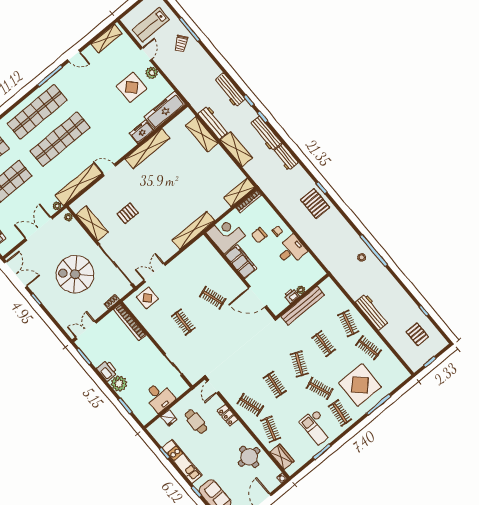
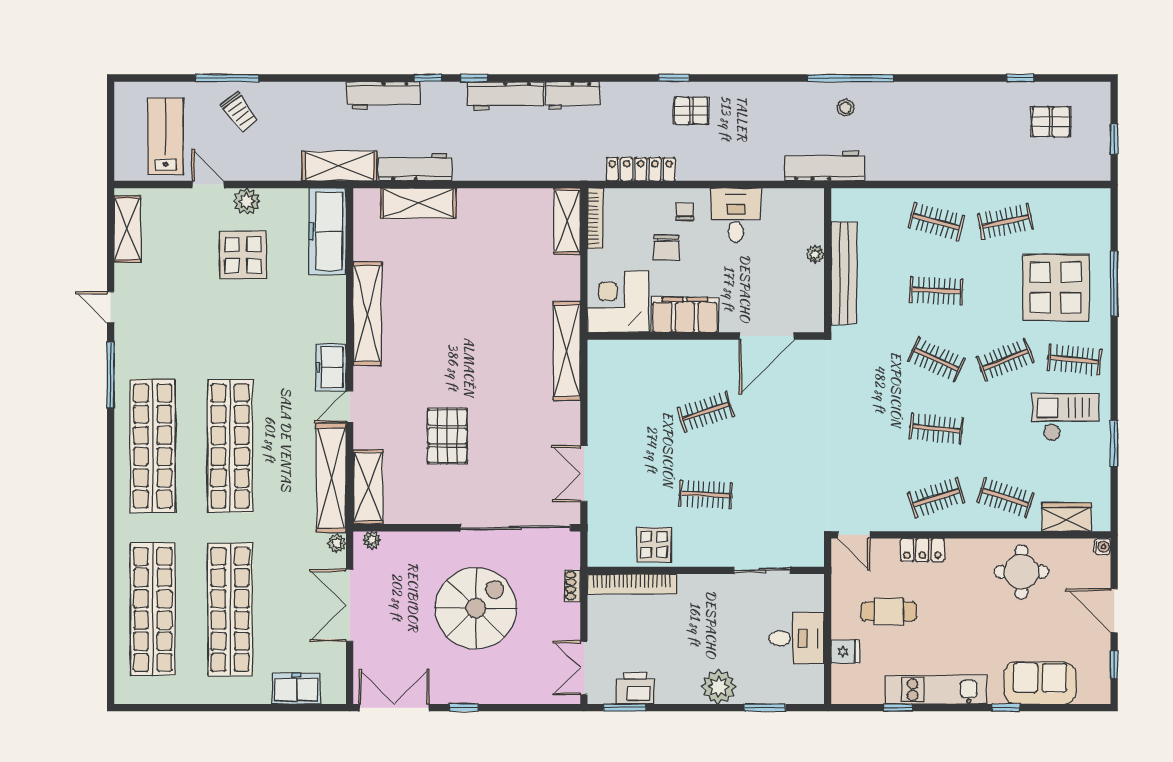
lab bench: (151, 25) -> (165, 136), turned 180
door: (74, 56) -> (111, 307), swing flipped
freezer: (142, 132) -> (331, 367), moved
shelving: (236, 149) -> (339, 166), moved
locker: (279, 203) -> (641, 169), added
pallet: (315, 204) -> (691, 111), width x0.67, depth x0.71
pallet: (128, 213) -> (447, 436), width x1.50, depth x1.42
shelving: (92, 223) -> (368, 487), moved, turned 90
spiral stairs: (75, 274) -> (476, 608), turned 180
printer: (292, 296) -> (812, 278), removed
display table: (147, 298) -> (654, 545), moved
workbench: (372, 312) -> (825, 166), moved
printer: (107, 371) -> (635, 689), moved
checkout: (317, 427) -> (1065, 417), turned 180

